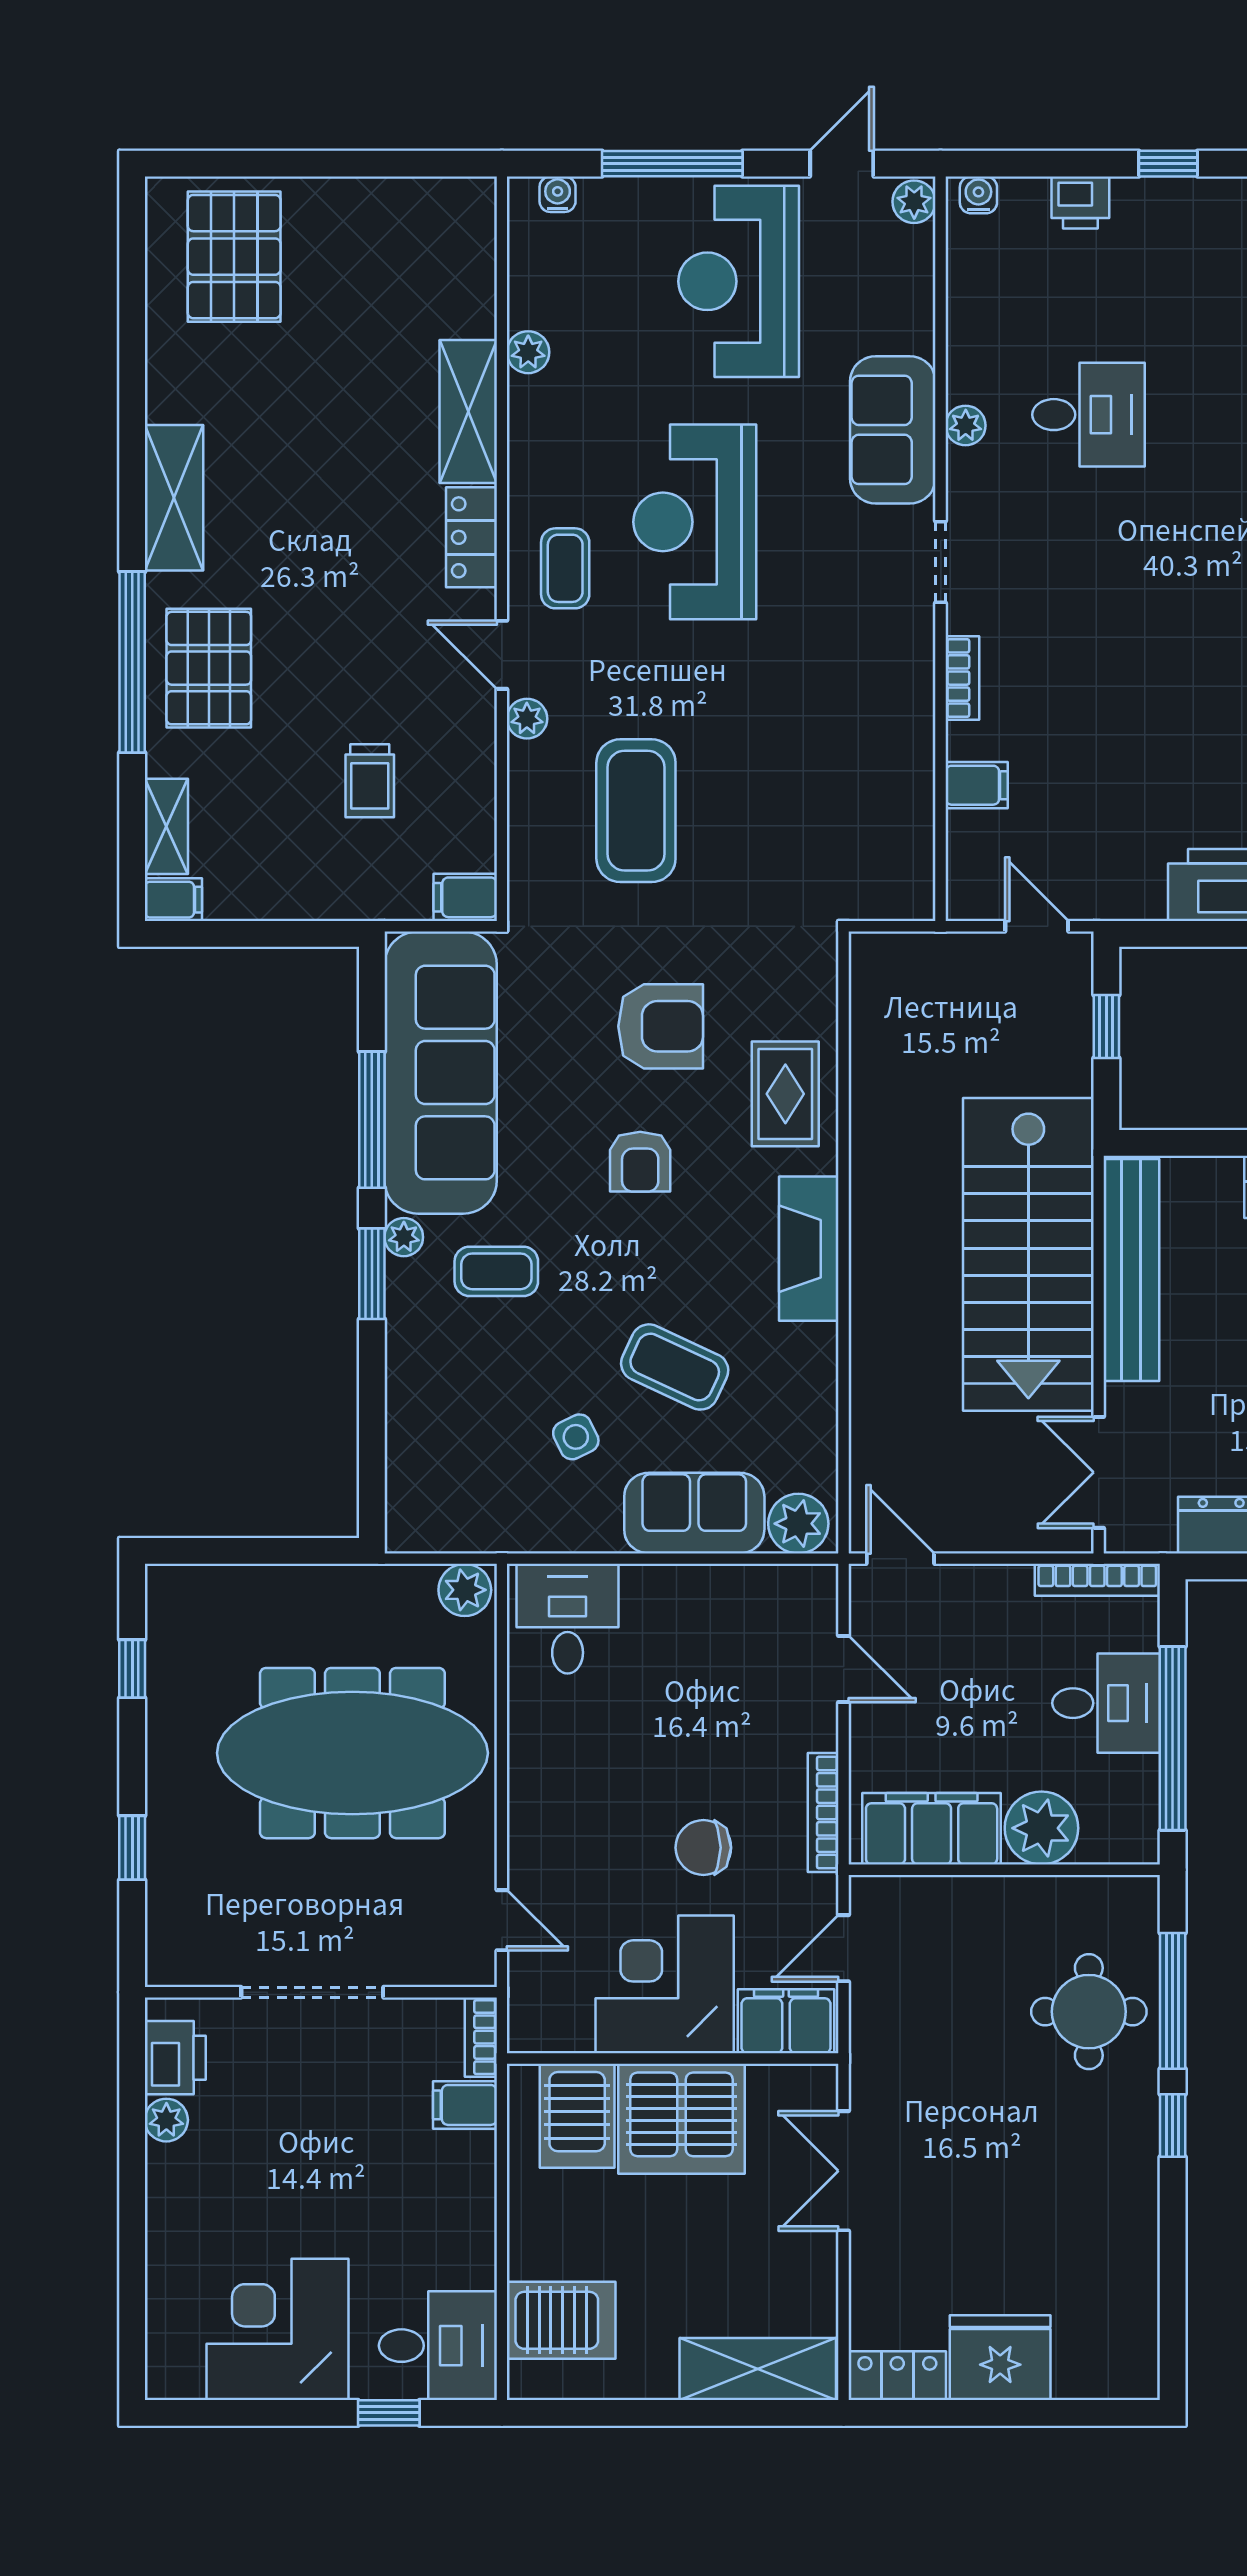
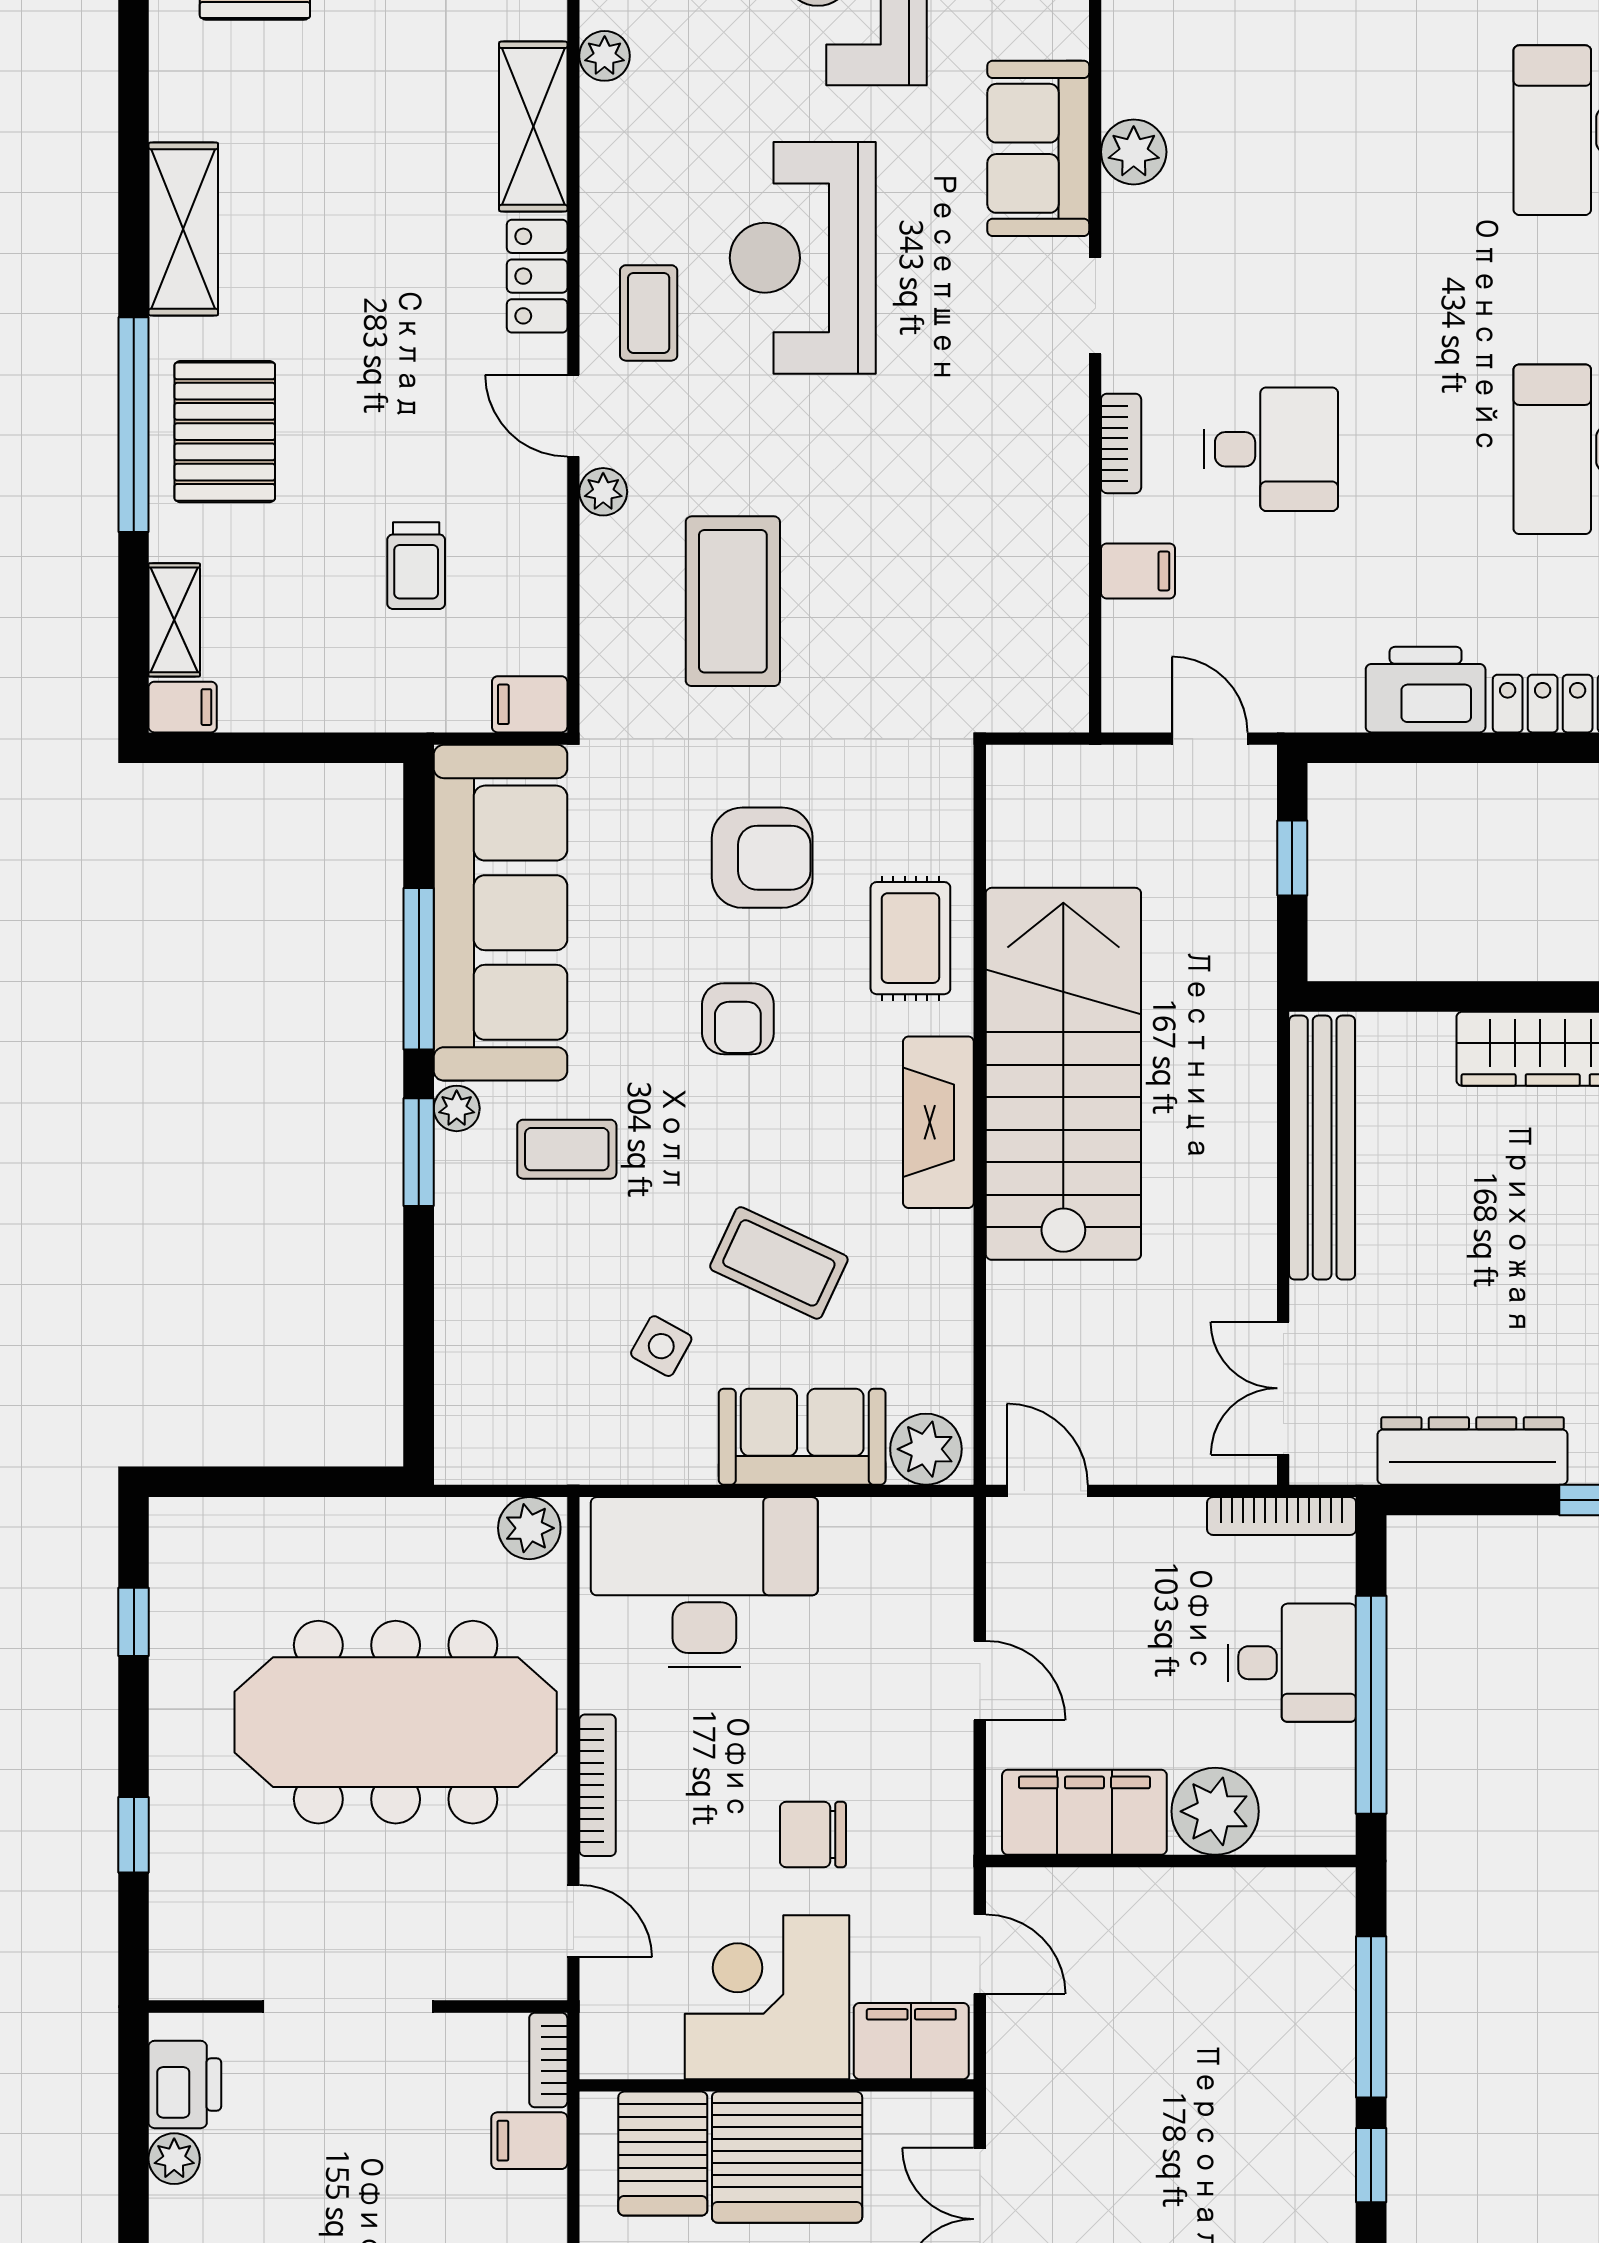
desk: (1089, 415) -> (1271, 449), moved
plant: (966, 425) -> (1134, 152), width x1.38, depth x1.38
stairs: (1028, 1254) -> (1063, 1074), moved, turned 180
side table: (576, 1437) -> (661, 1346), turned -35
desk: (568, 1619) -> (704, 1582), width x1.87, depth x1.30
door: (844, 1669) -> (980, 1680), moved
bookcase: (823, 1813) -> (598, 1785), moved, turned 180
door: (844, 1948) -> (980, 1954), swing flipped
round table: (1089, 2012) -> (1272, 2030), removed

